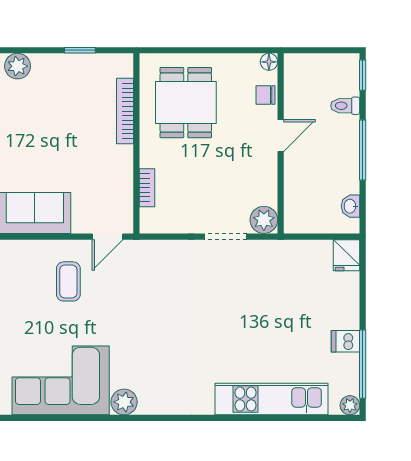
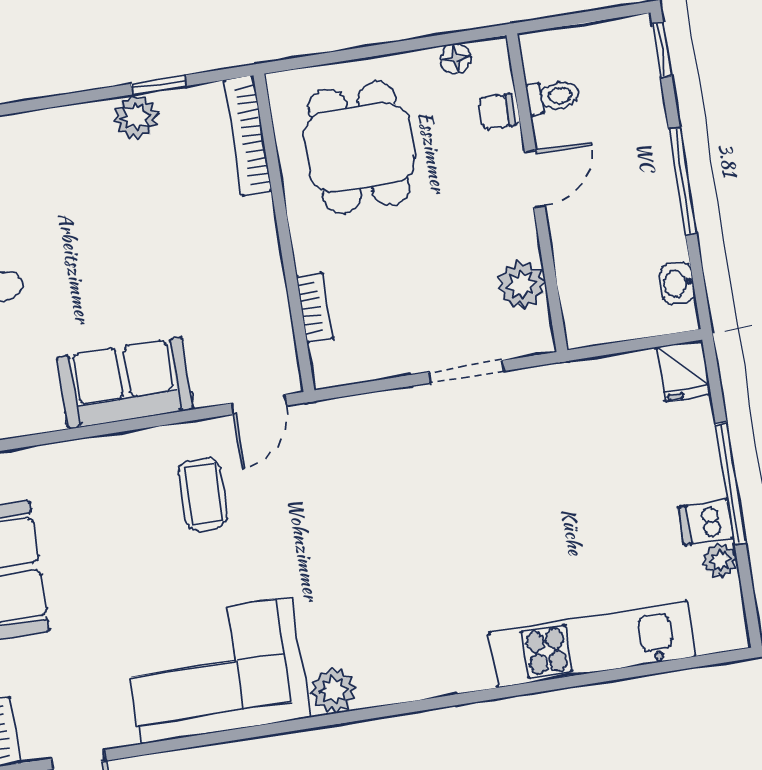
floor lamp: (269, 62) -> (455, 59), moved
plant: (18, 66) -> (136, 117), moved
toilet: (345, 106) -> (553, 96), moved, turned 180
bookcase: (125, 111) -> (248, 136), moved
plant: (264, 220) -> (521, 285), moved
window: (363, 364) -> (731, 483), moved
plant: (350, 405) -> (720, 561), moved

